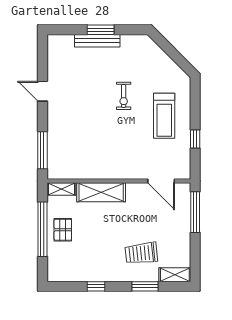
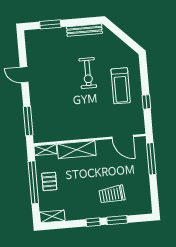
window: (101, 30) -> (50, 24), moved
bench: (97, 41) -> (84, 30), moved
exercise bike: (124, 96) -> (88, 73), width x1.38, depth x1.39
shelving: (175, 275) -> (52, 217), moved
window: (96, 286) -> (93, 222), moved

